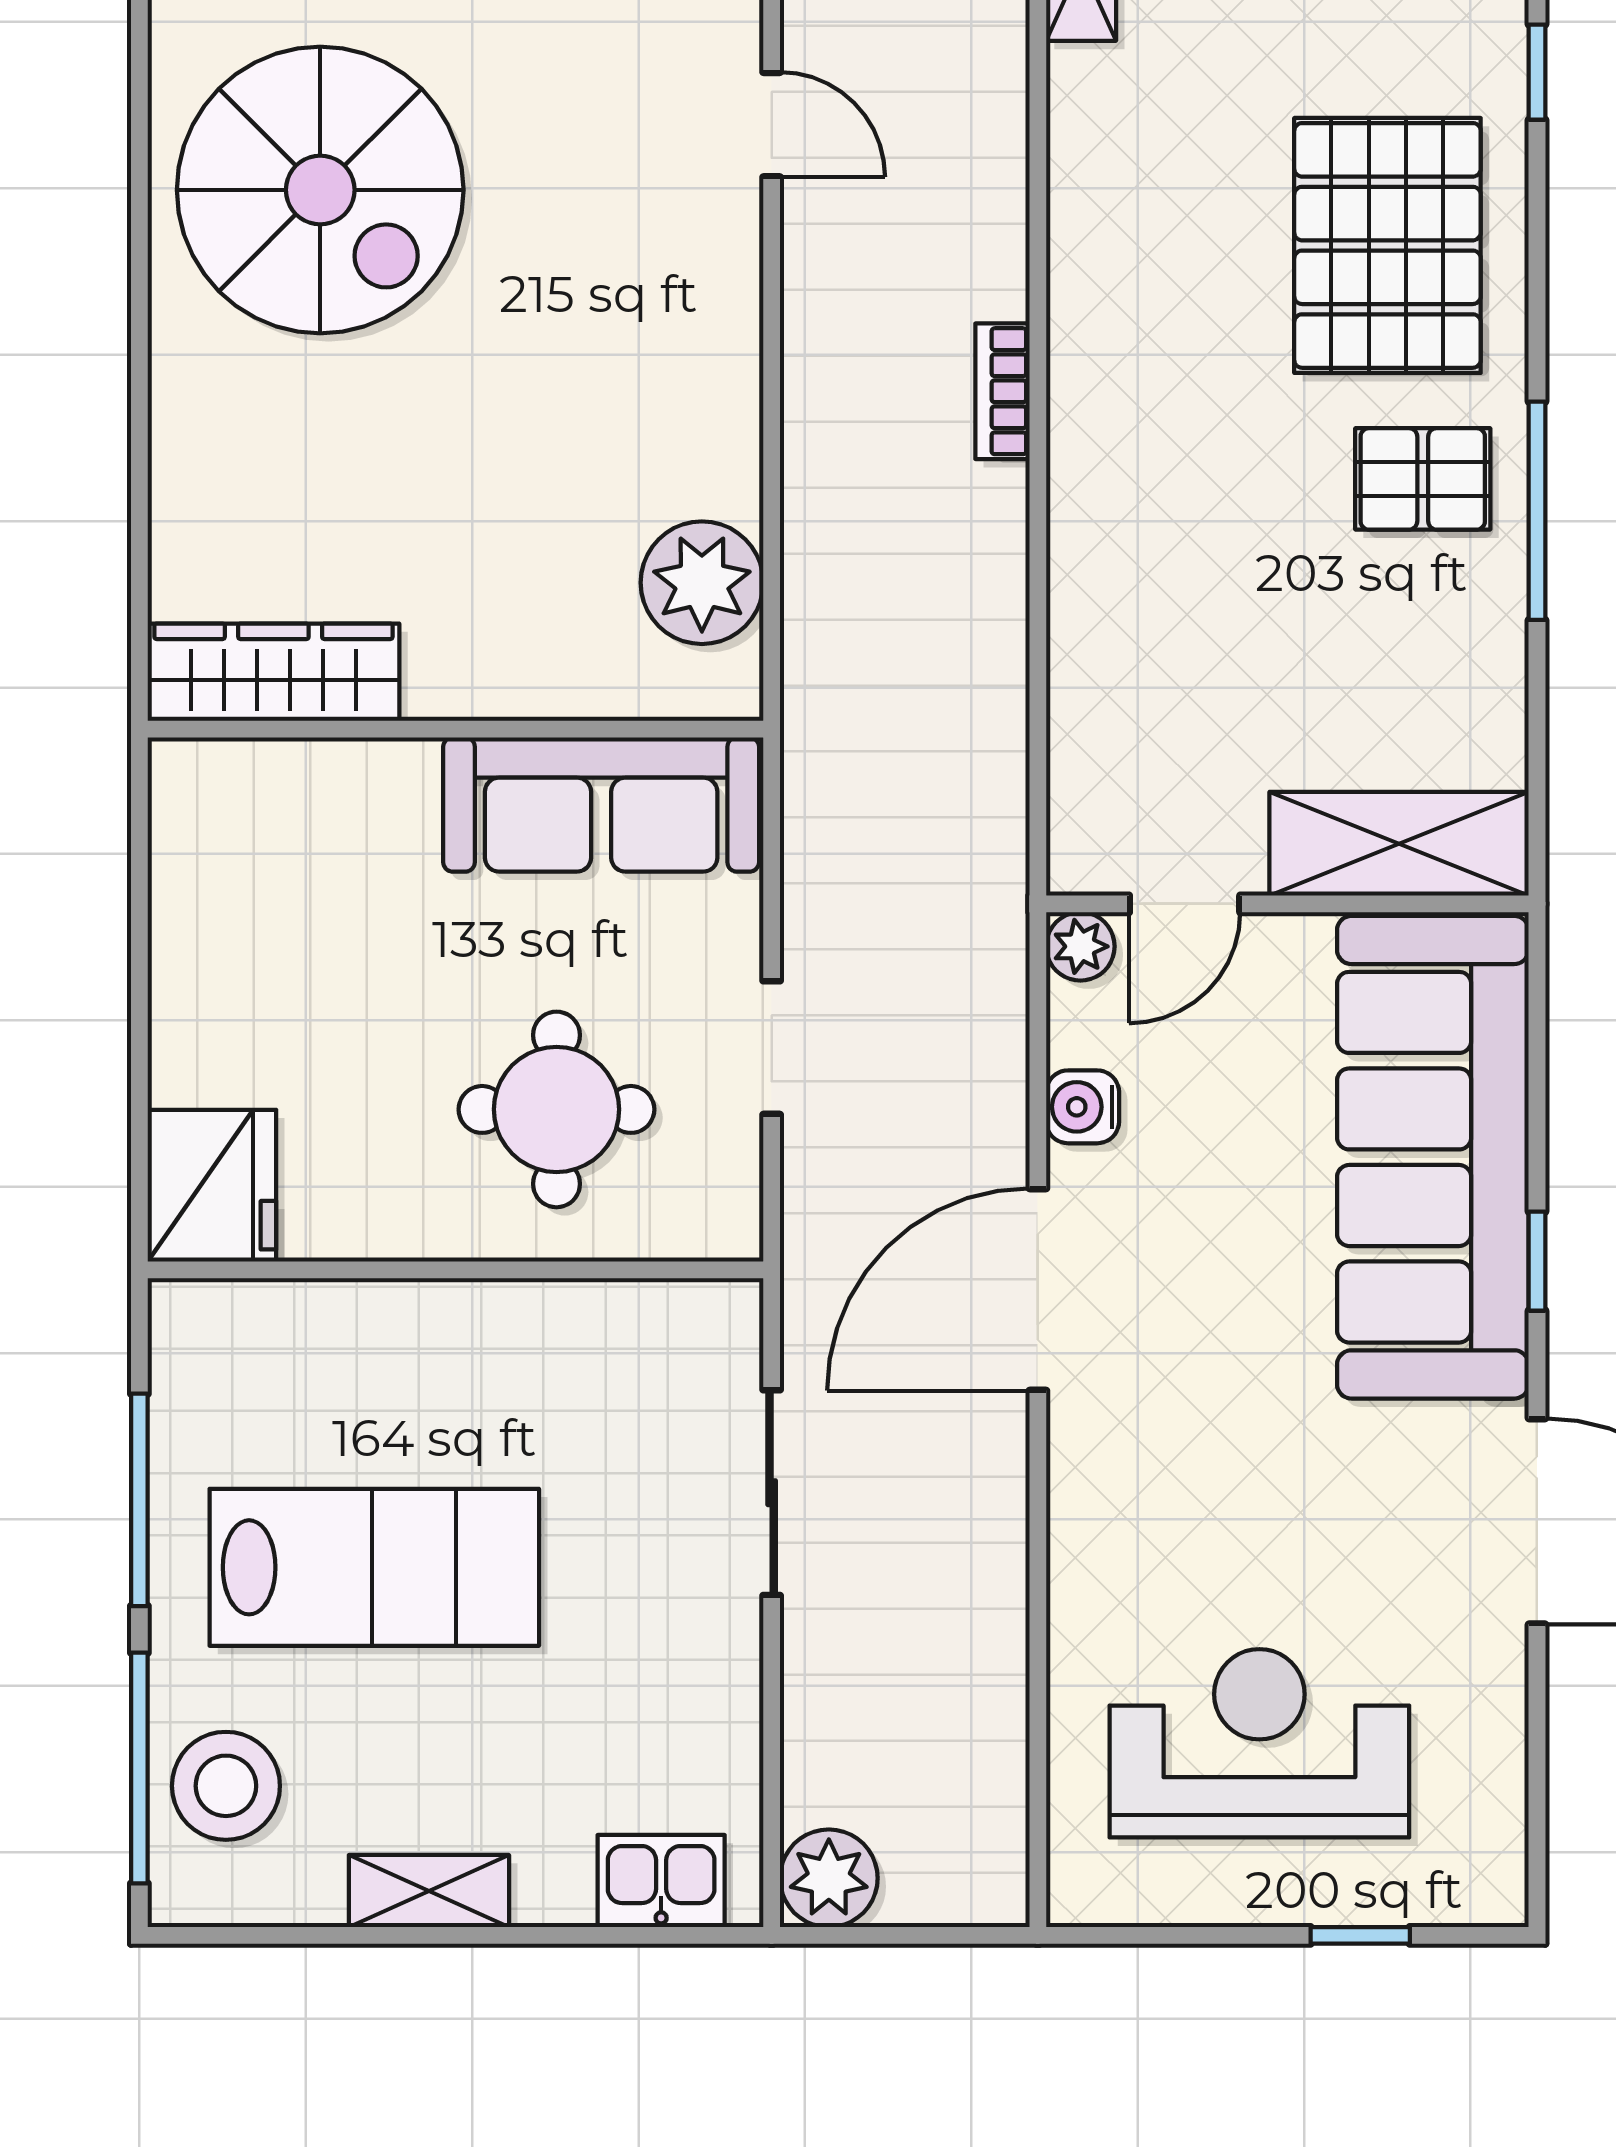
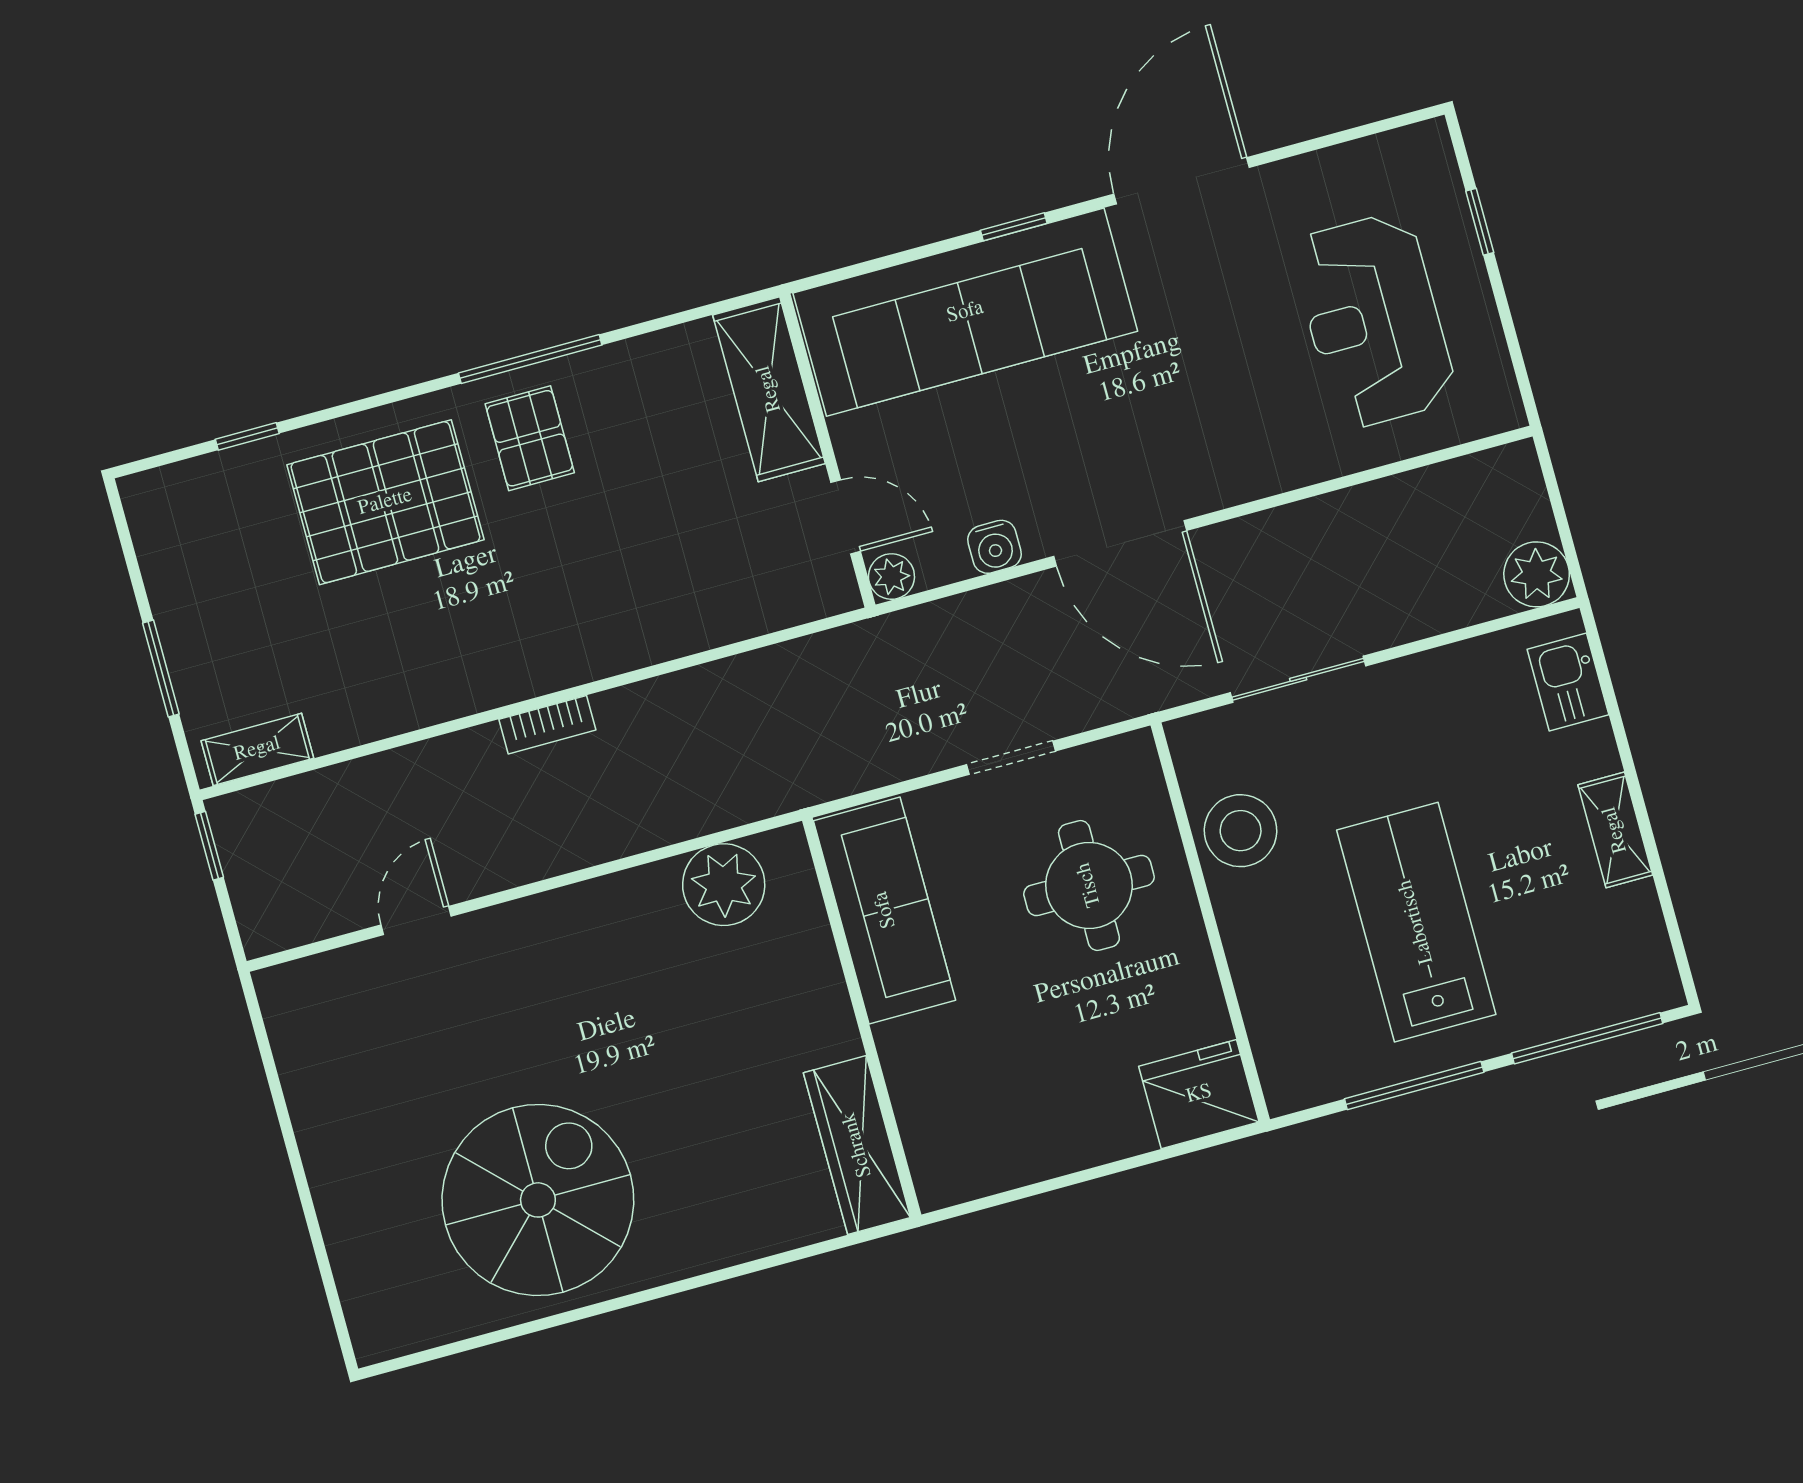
stool: (226, 1786) -> (1241, 831), moved

